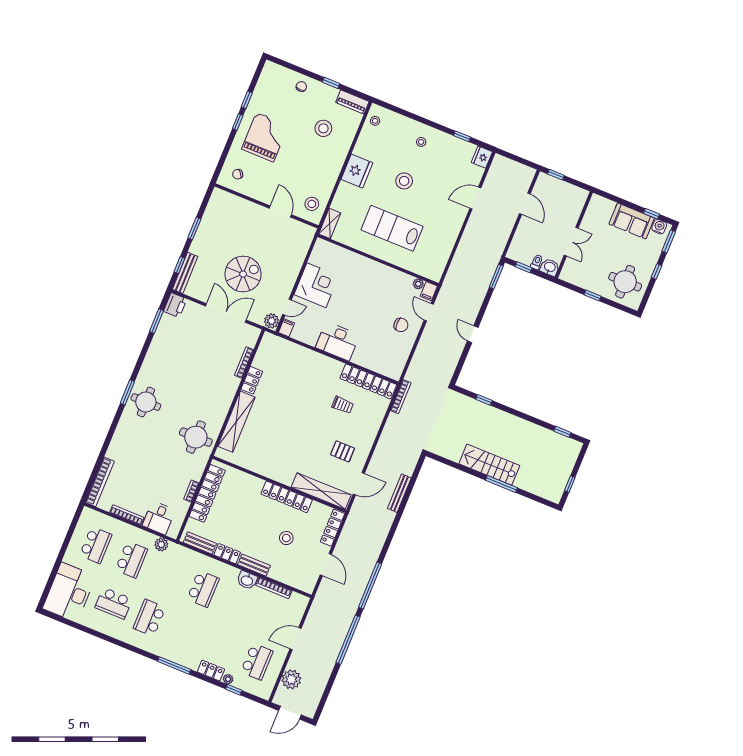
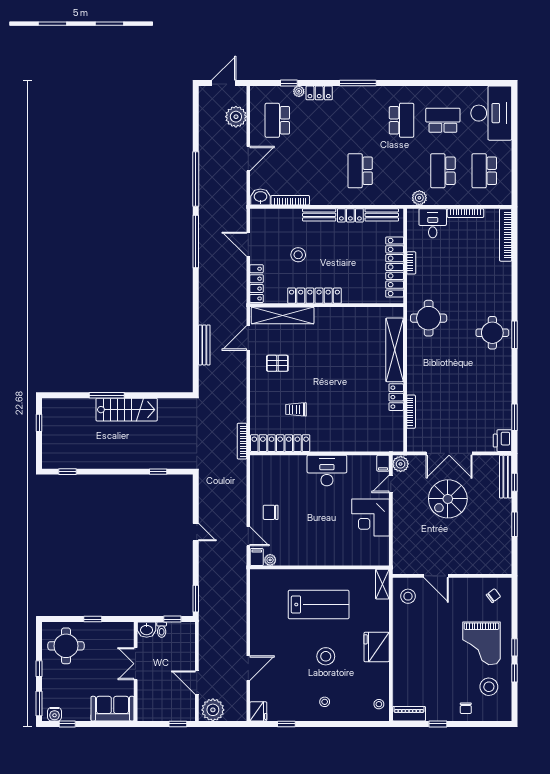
stool: (323, 128) -> (489, 687), moved
plant: (521, 174) -> (213, 710), added
sofa: (632, 221) -> (112, 709), moved
washbasin: (247, 580) -> (260, 197), moved

